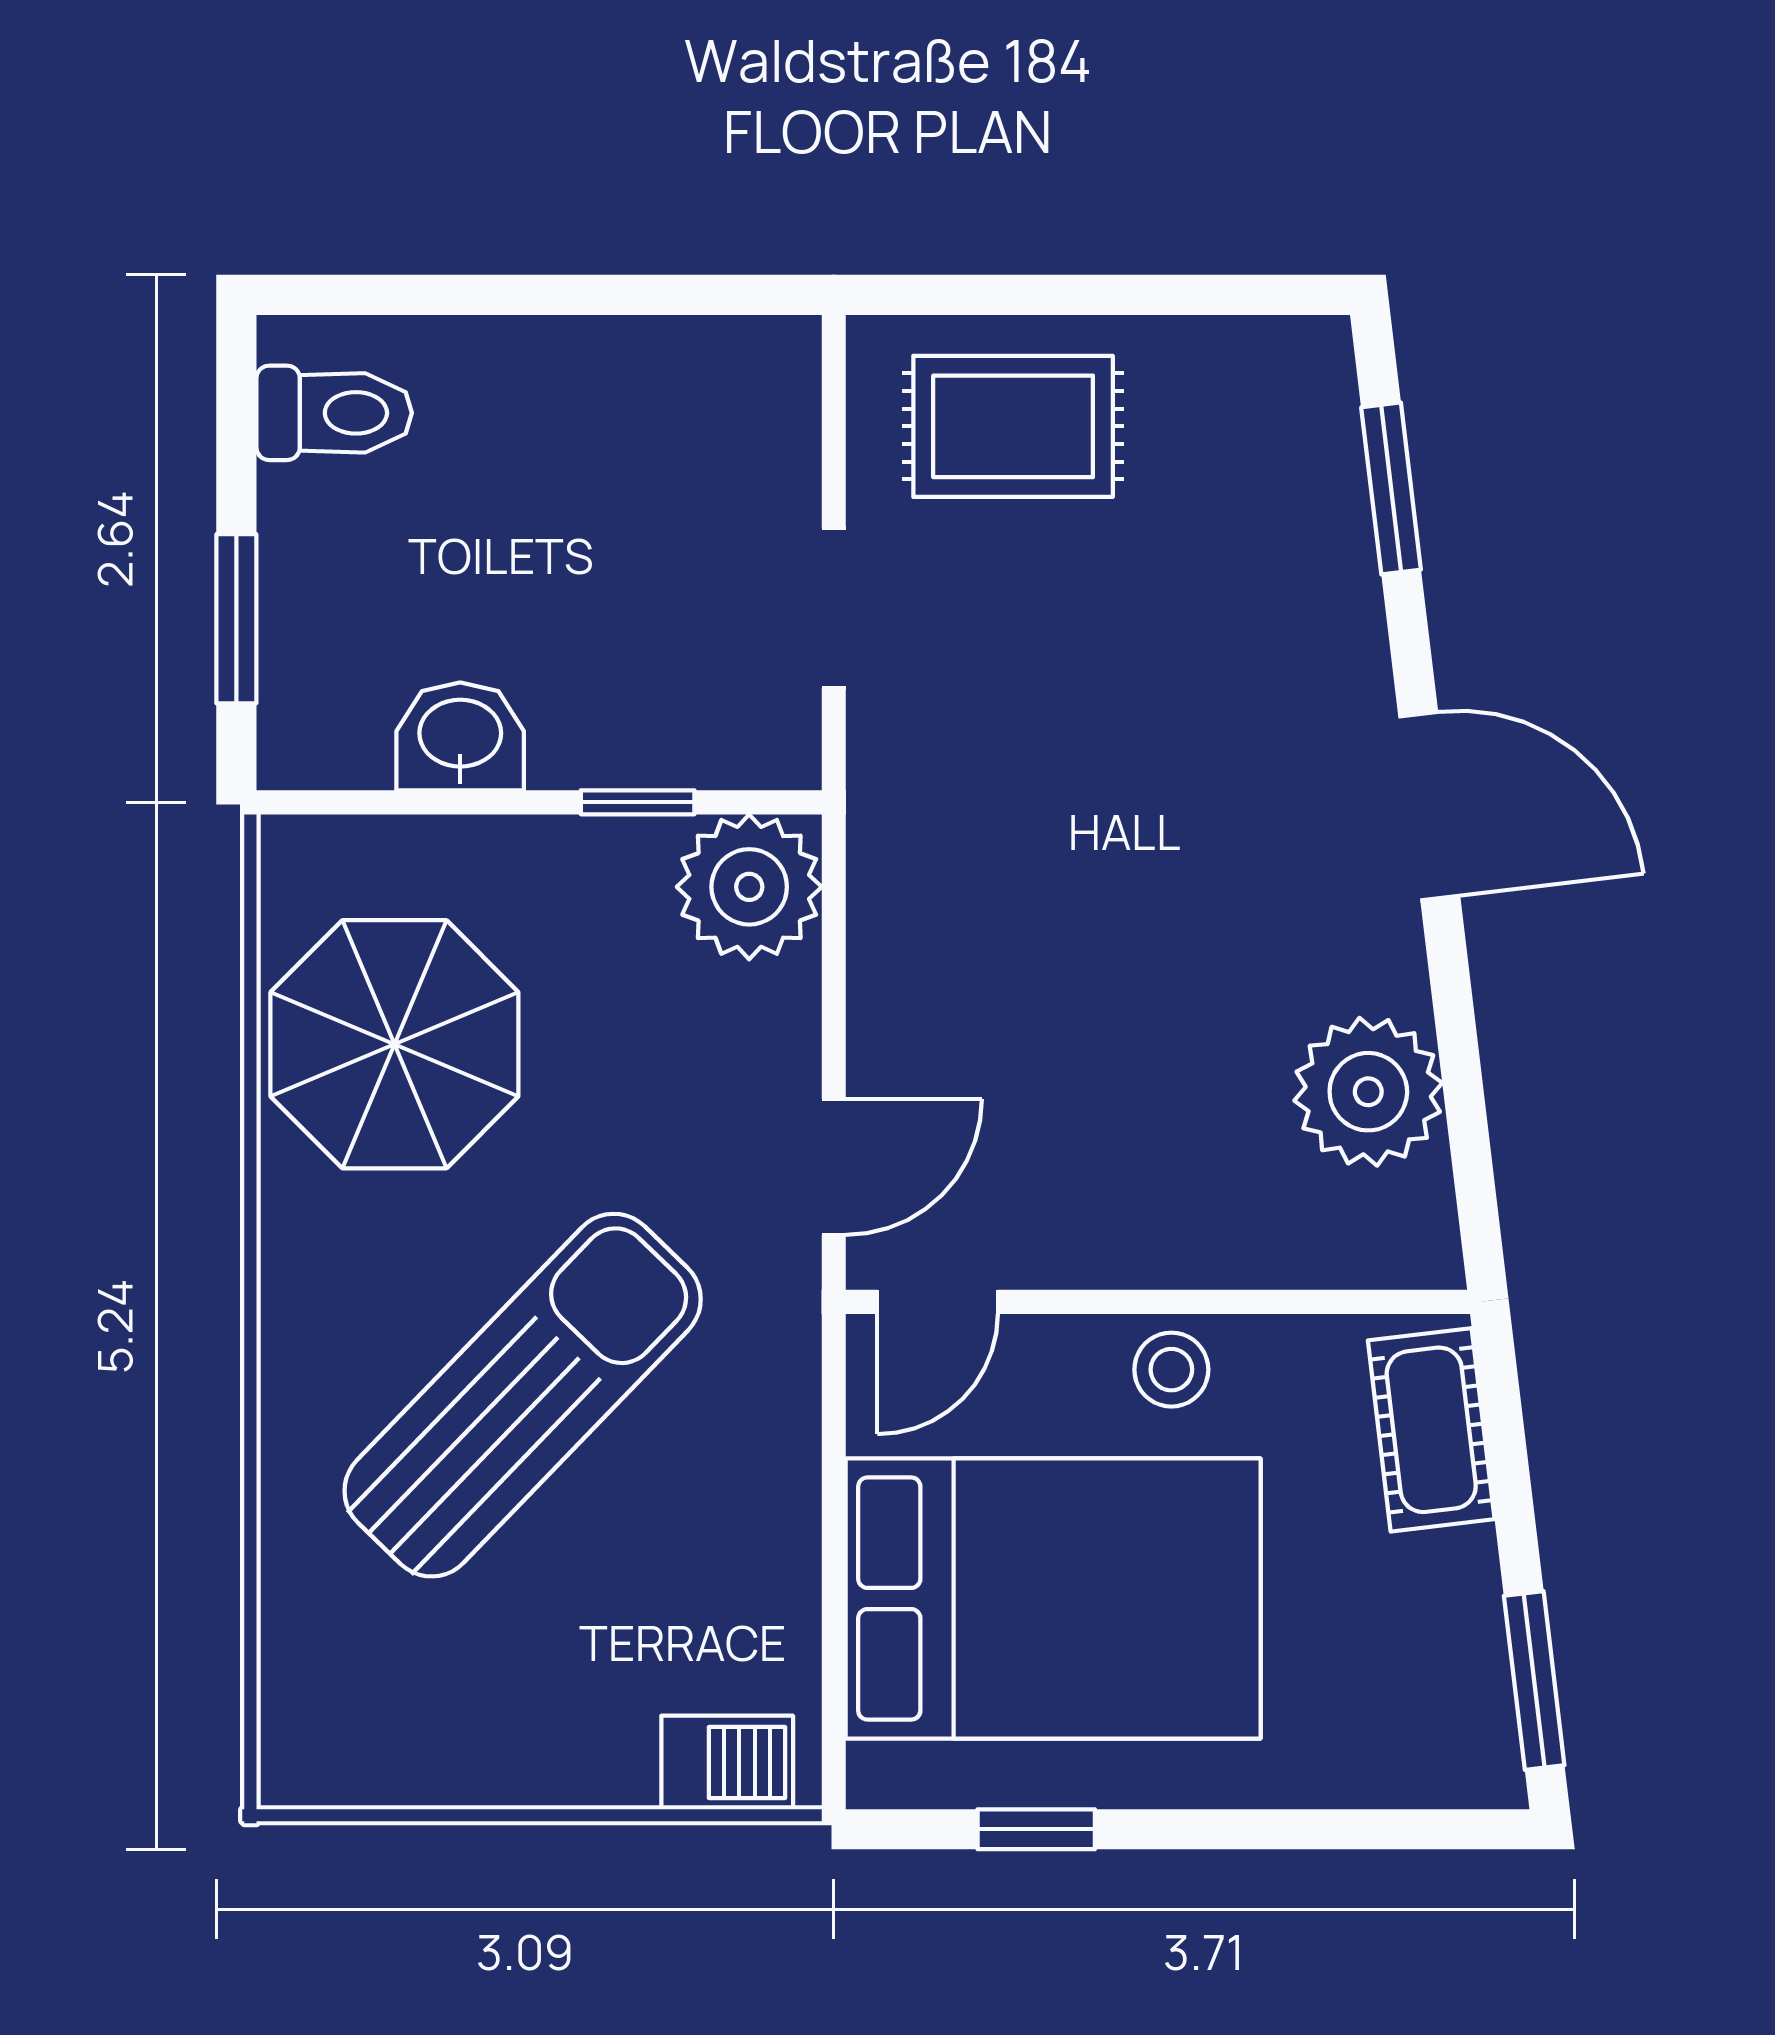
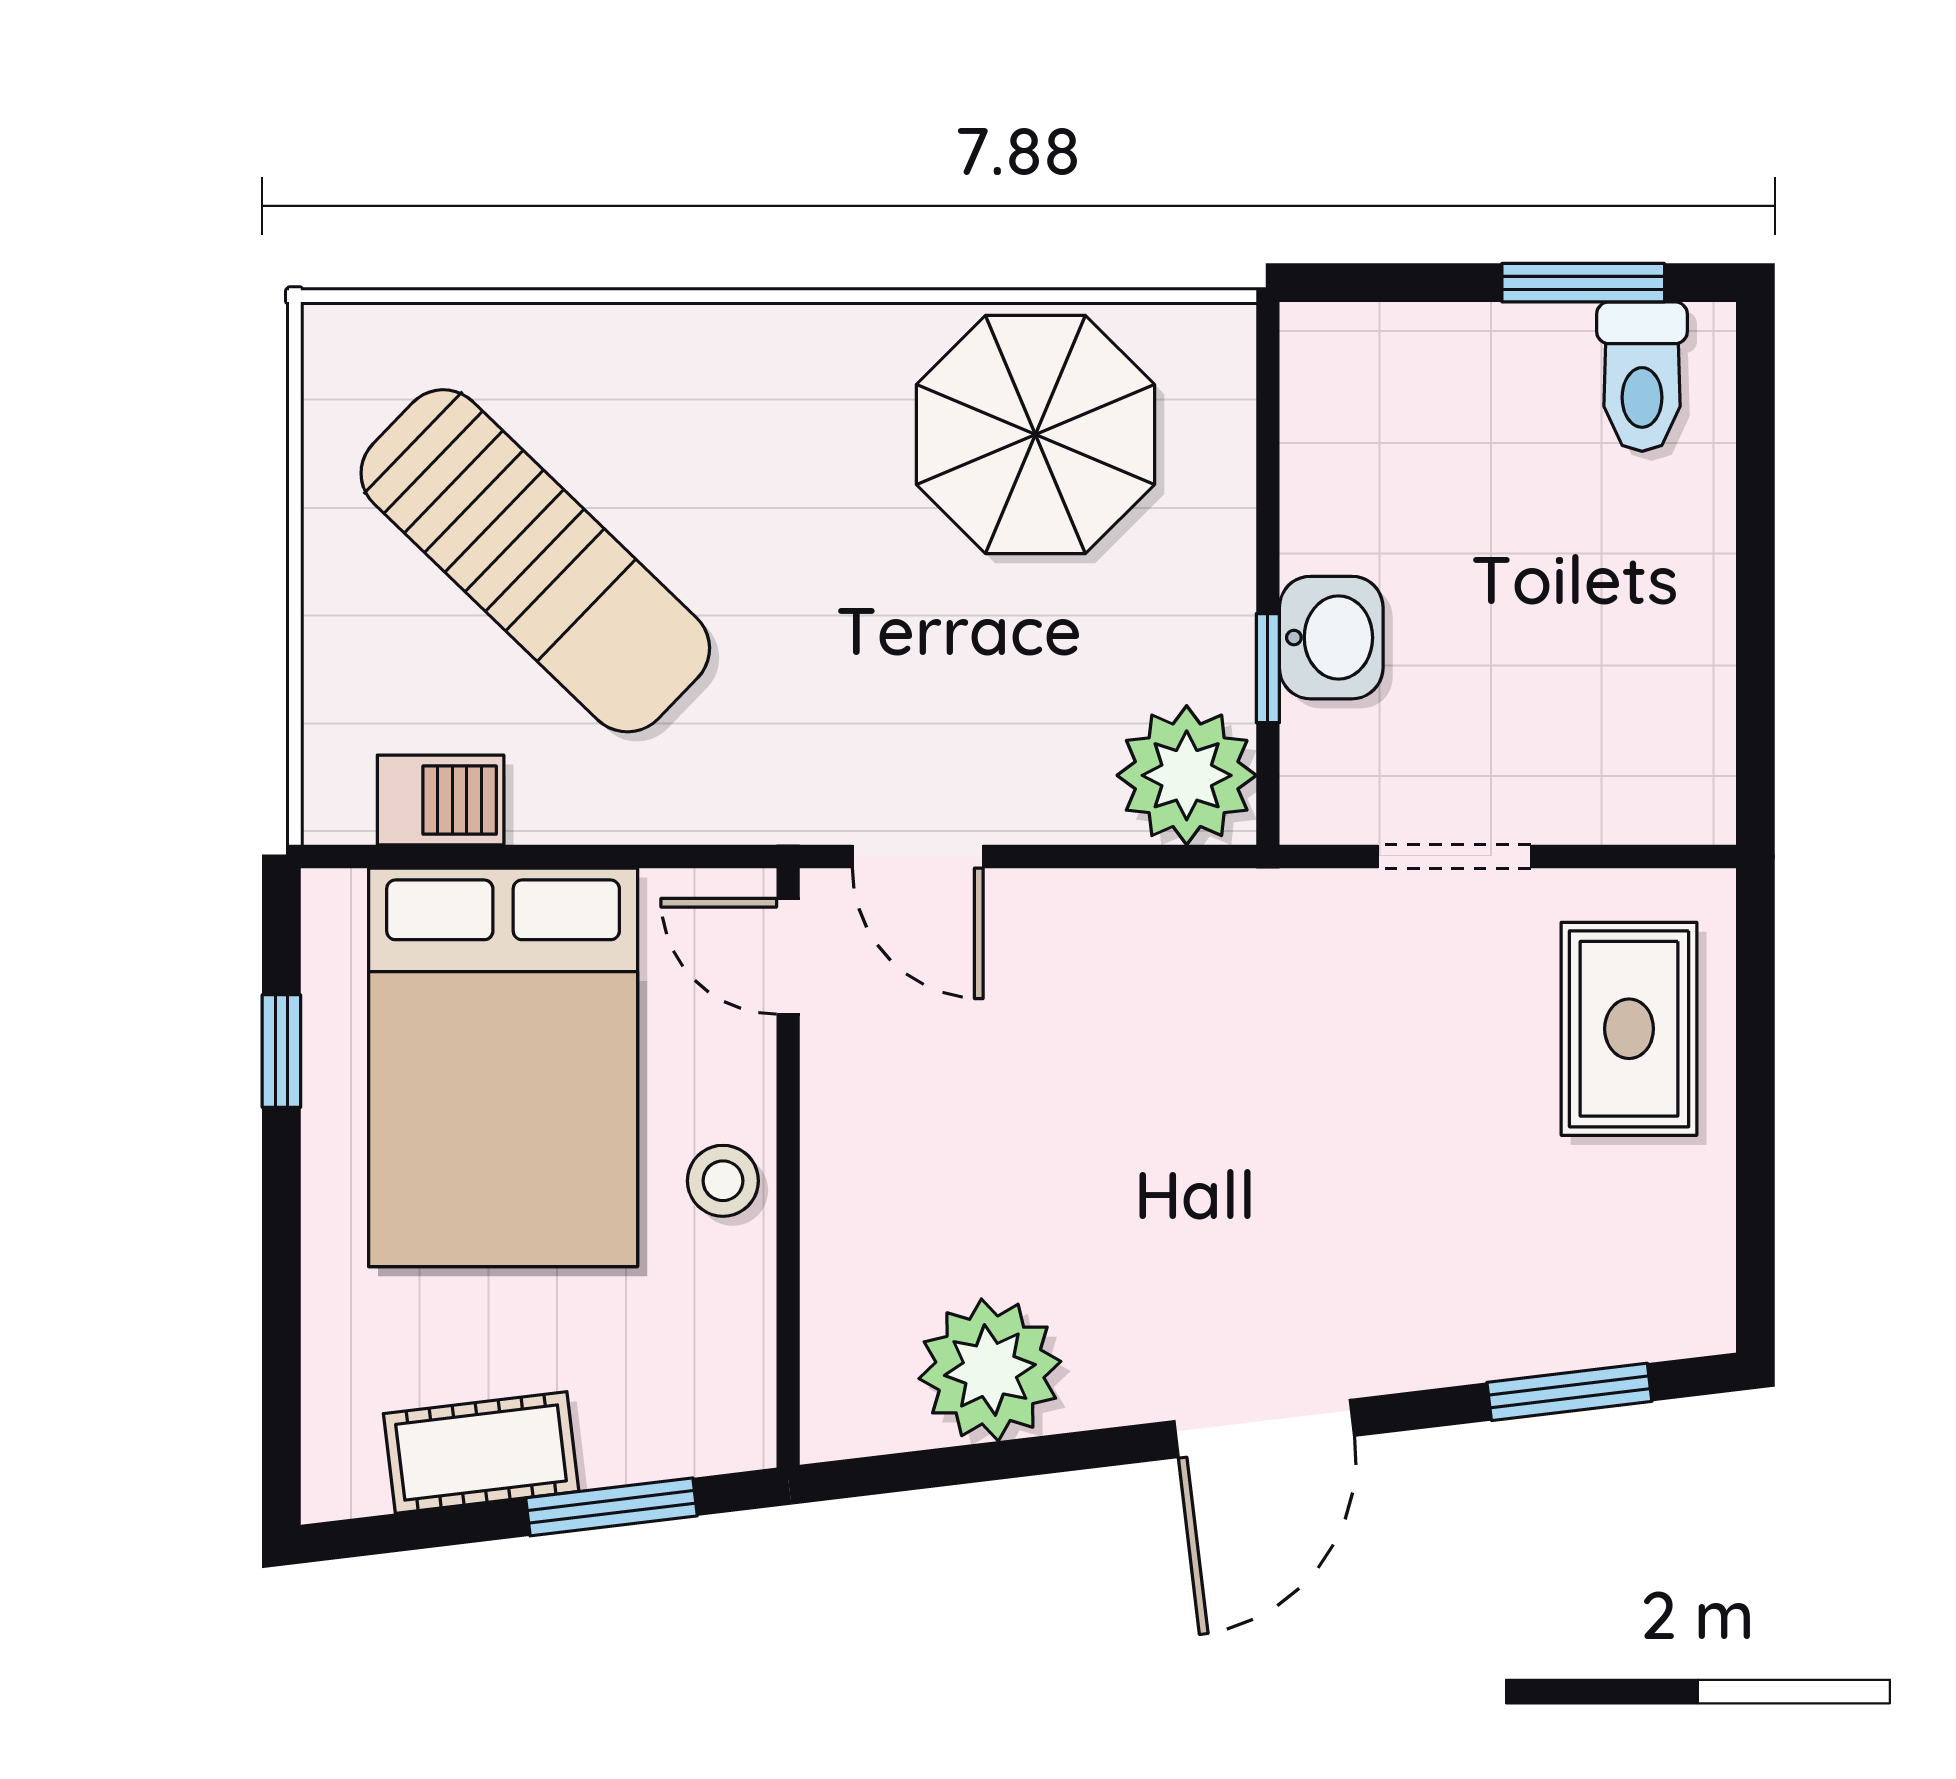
window: (236, 619) -> (1583, 283), moved
washbasin: (460, 736) -> (1331, 638), moved
sun lounger: (523, 1395) -> (535, 561), moved
cot: (1431, 1430) -> (481, 1453), moved
window: (1534, 1681) -> (611, 1507), moved
barbecue: (727, 1762) -> (441, 800), moved, turned -90

